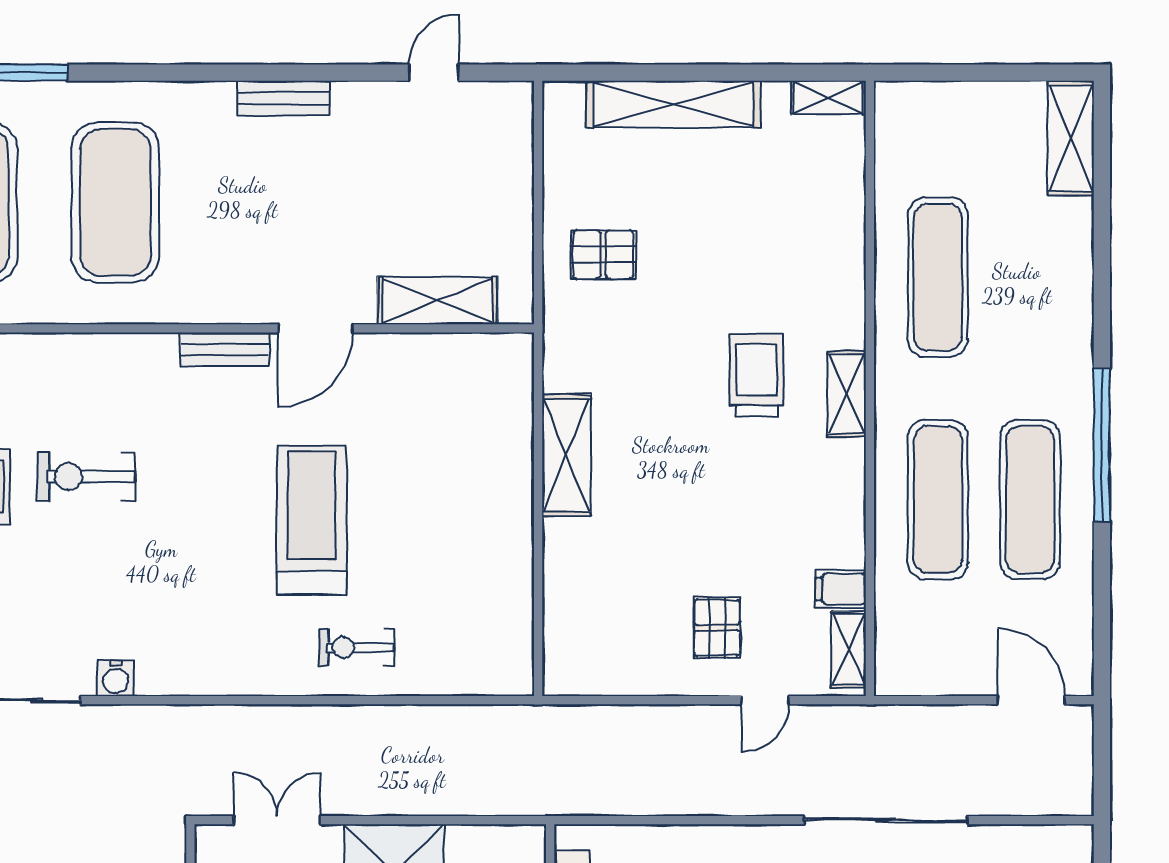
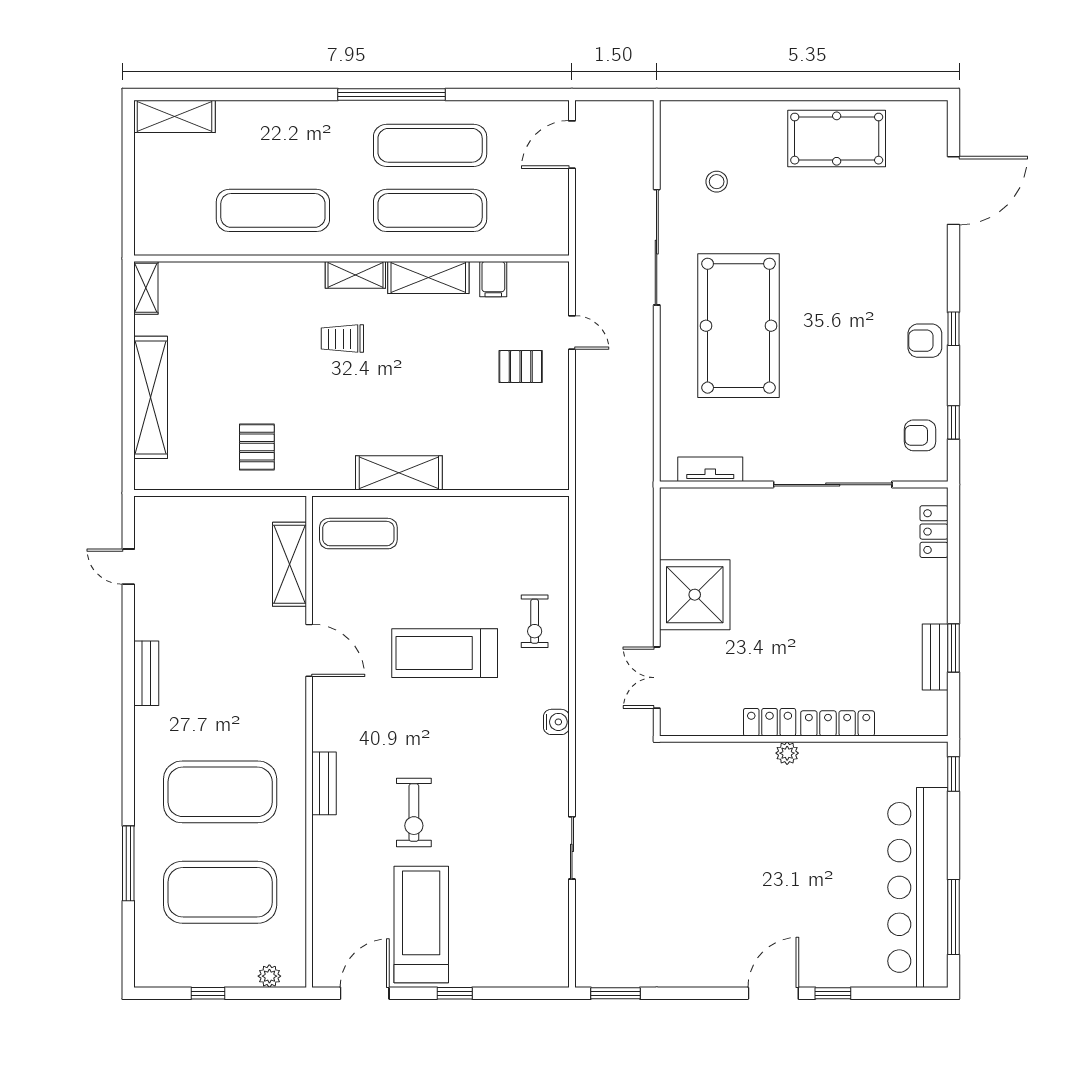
bench: (224, 349) -> (324, 783), moved
trolley: (757, 376) -> (342, 339), width x0.73, depth x0.72
exercise mat: (481, 398) -> (358, 534), added
shelving: (849, 649) -> (428, 277), moved, width x1.50, depth x1.33
water cooler: (115, 678) -> (556, 722), moved

